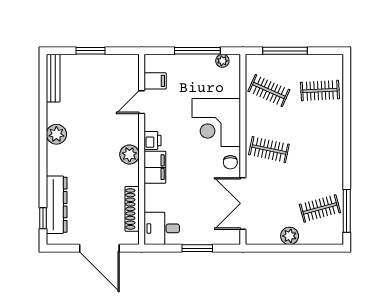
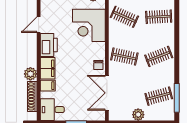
filing cabinet: (155, 81) -> (48, 86), moved
corner desk: (216, 122) -> (89, 25), moved
printer: (153, 141) -> (49, 45), width x1.87, depth x1.48
clothes rail: (320, 149) -> (159, 56), added
plant: (129, 154) -> (30, 74), moved

